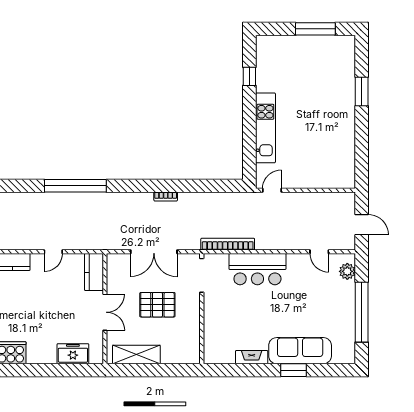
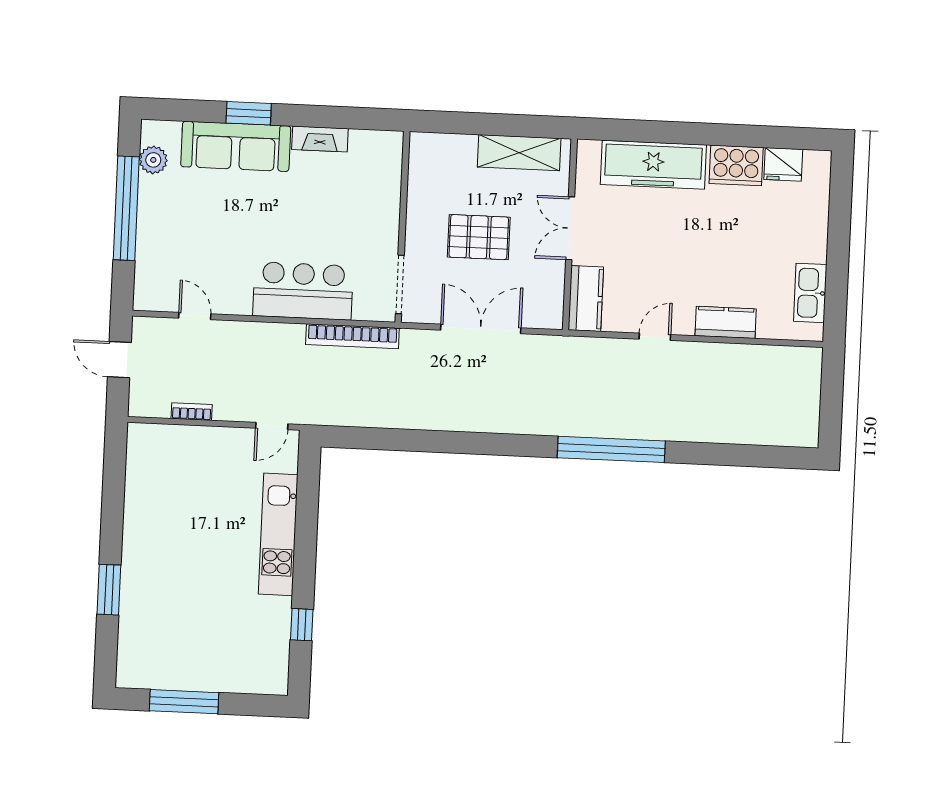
bookcase: (166, 196) -> (192, 412), moved
plant: (347, 271) -> (153, 160), moved
freezer: (73, 354) -> (653, 165), width x1.91, depth x1.26

